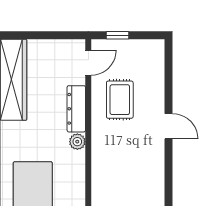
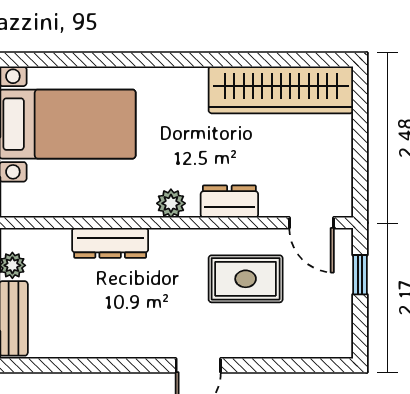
dresser: (76, 109) -> (229, 201), width x0.70
dresser: (100, 176) -> (110, 243), added

